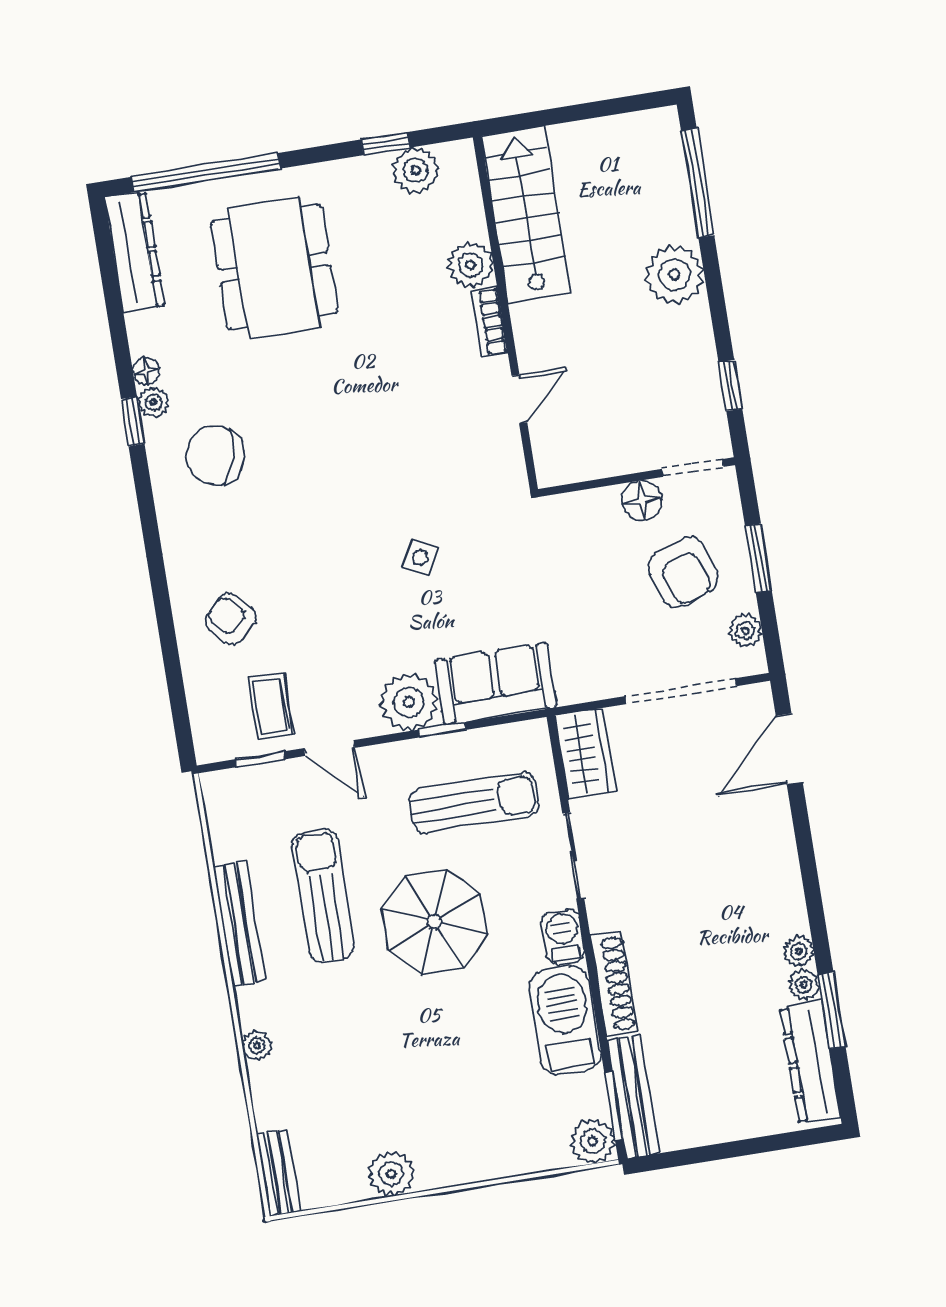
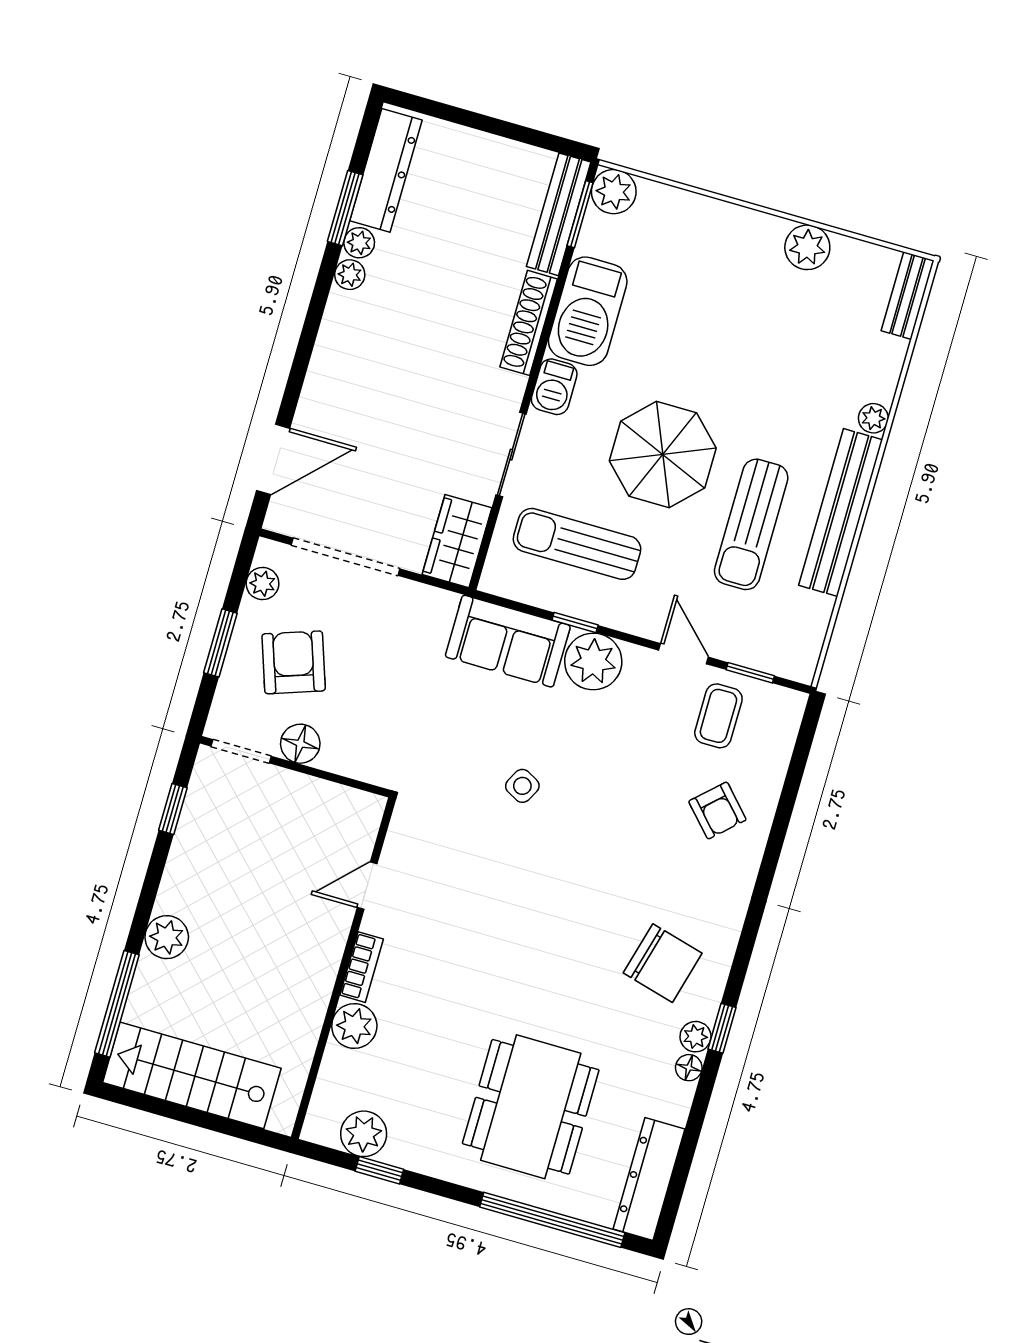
stairs: (526, 215) -> (192, 1075), moved, turned 90
plant: (674, 275) -> (167, 937), width x0.73, depth x0.73
bench: (239, 924) -> (841, 512), width x1.37, depth x1.21

